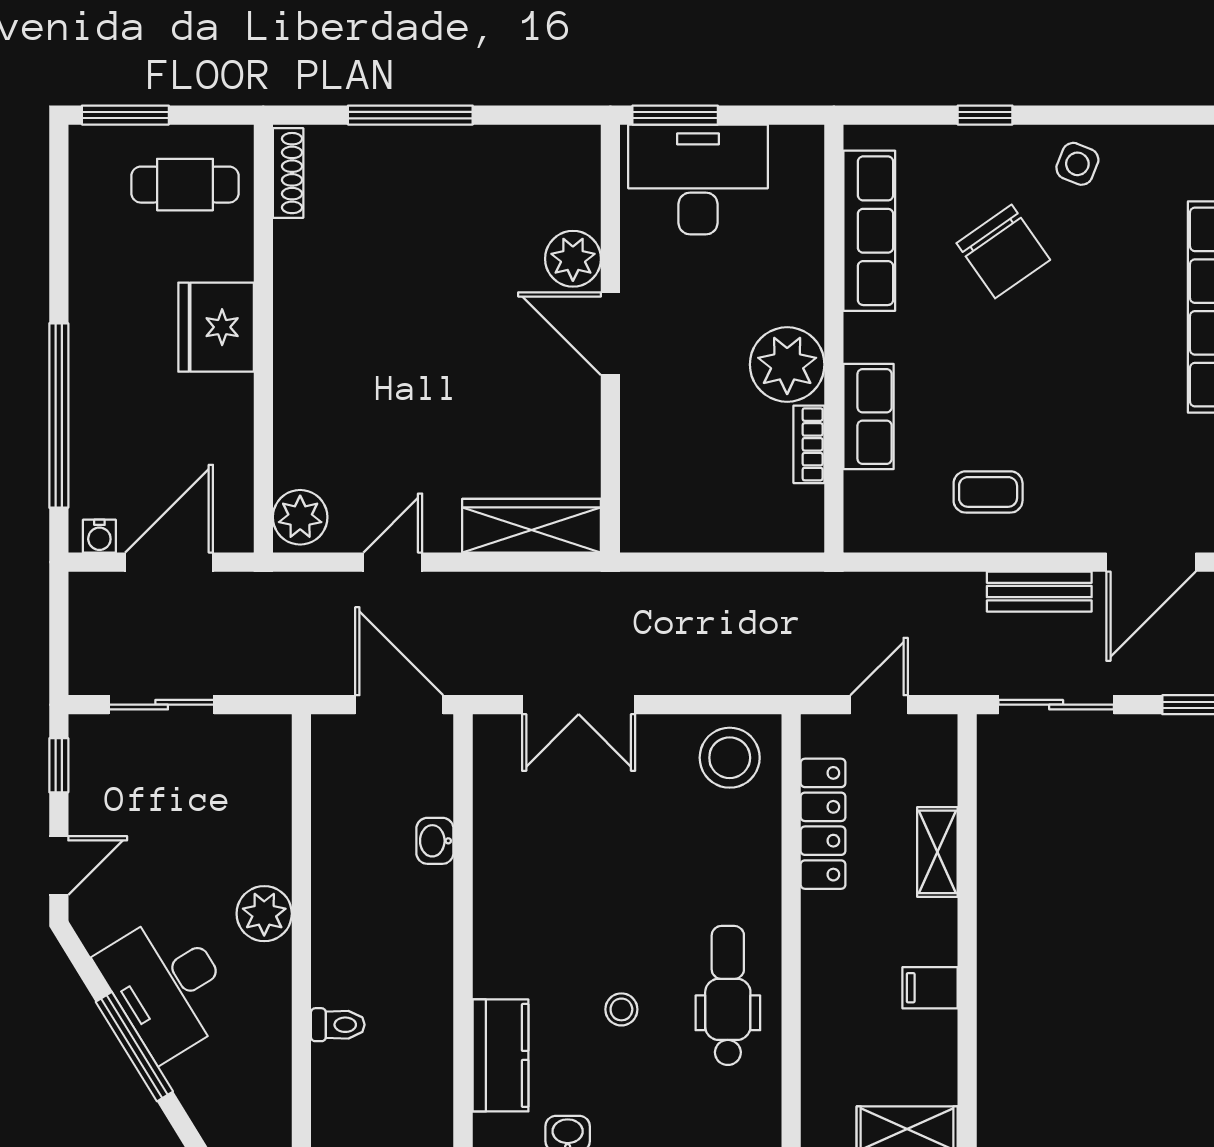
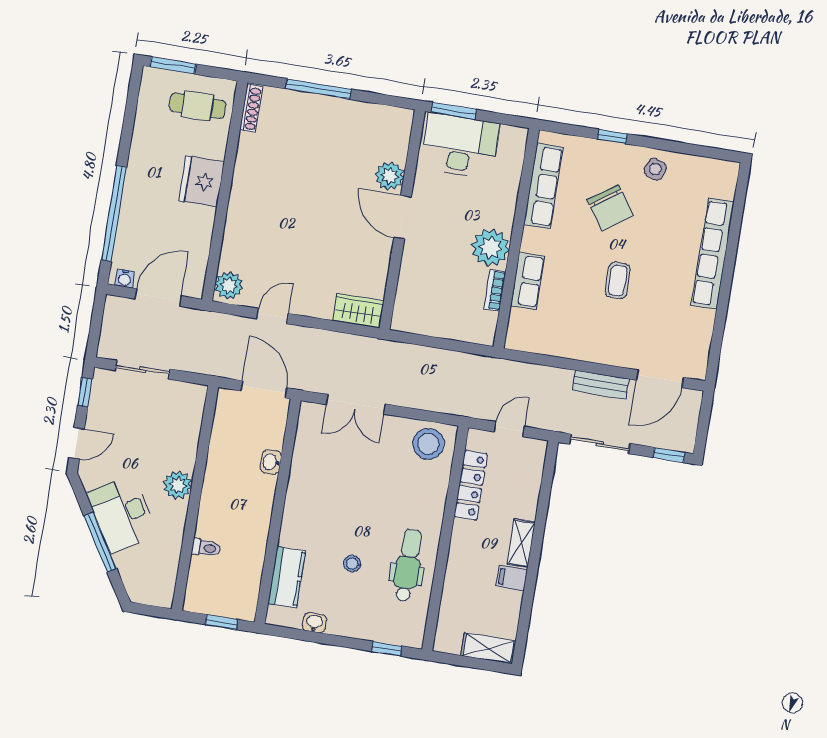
coffee table: (988, 492) -> (618, 280), moved, turned 90
wardrobe: (532, 526) -> (358, 311), width x0.67
shelving: (937, 852) -> (521, 543), moved

